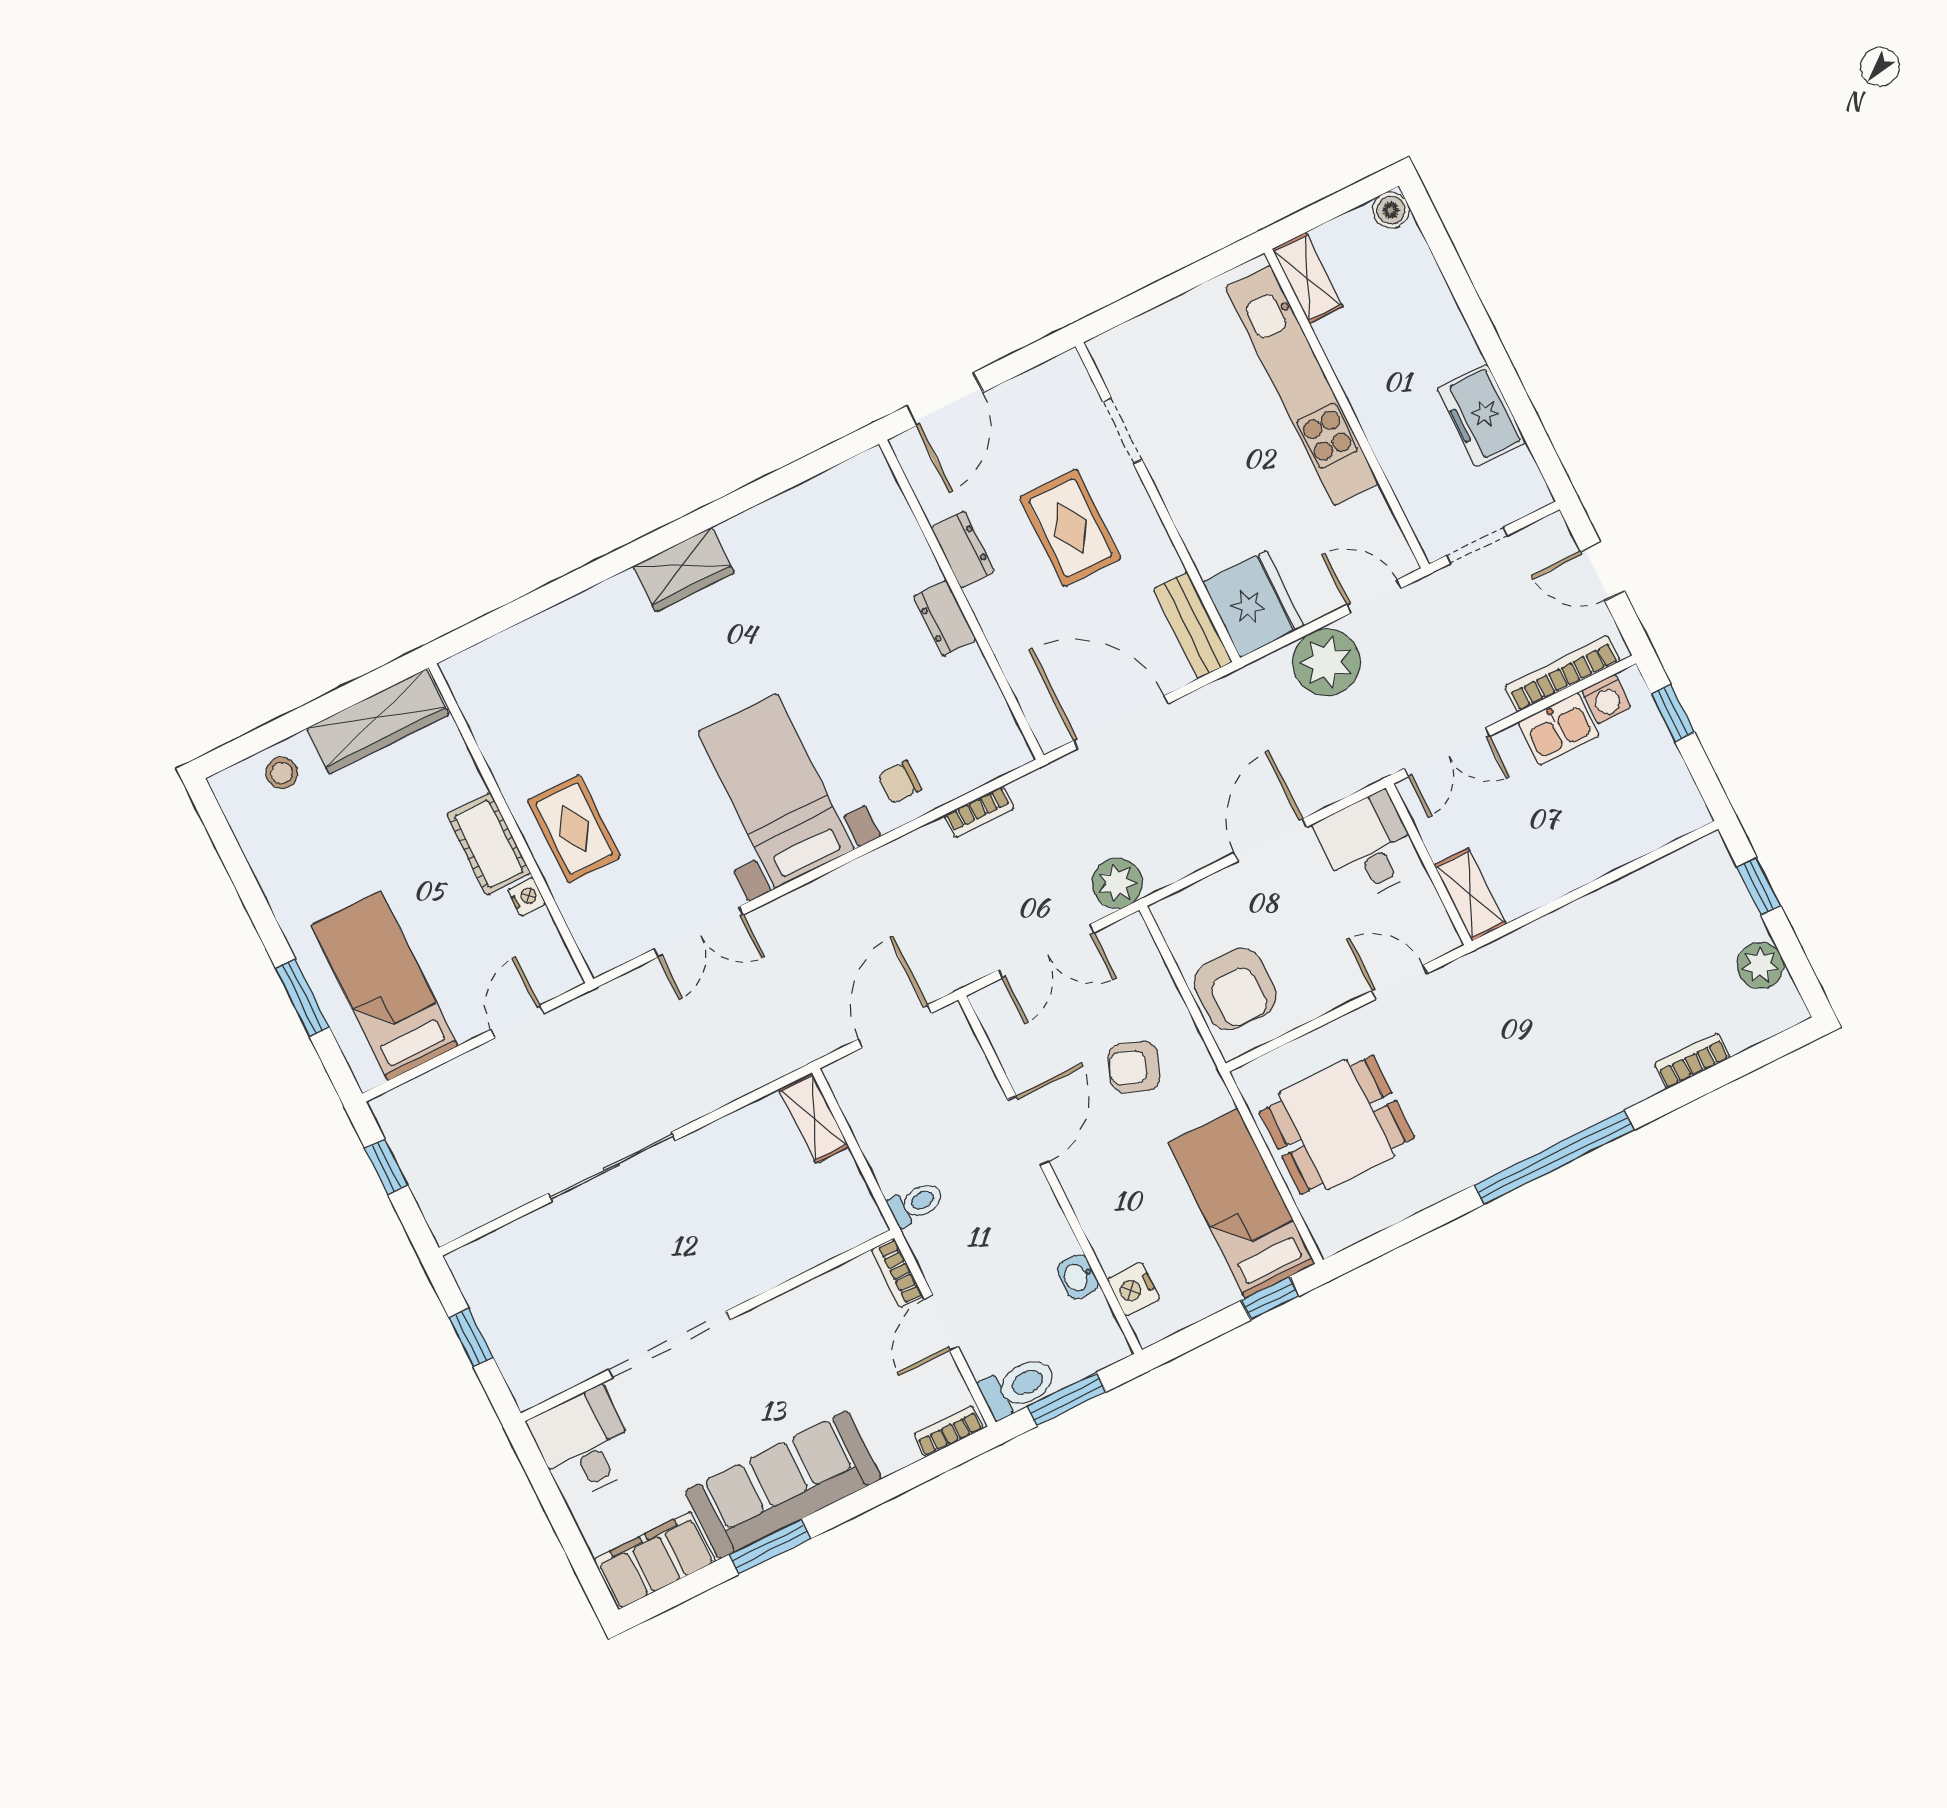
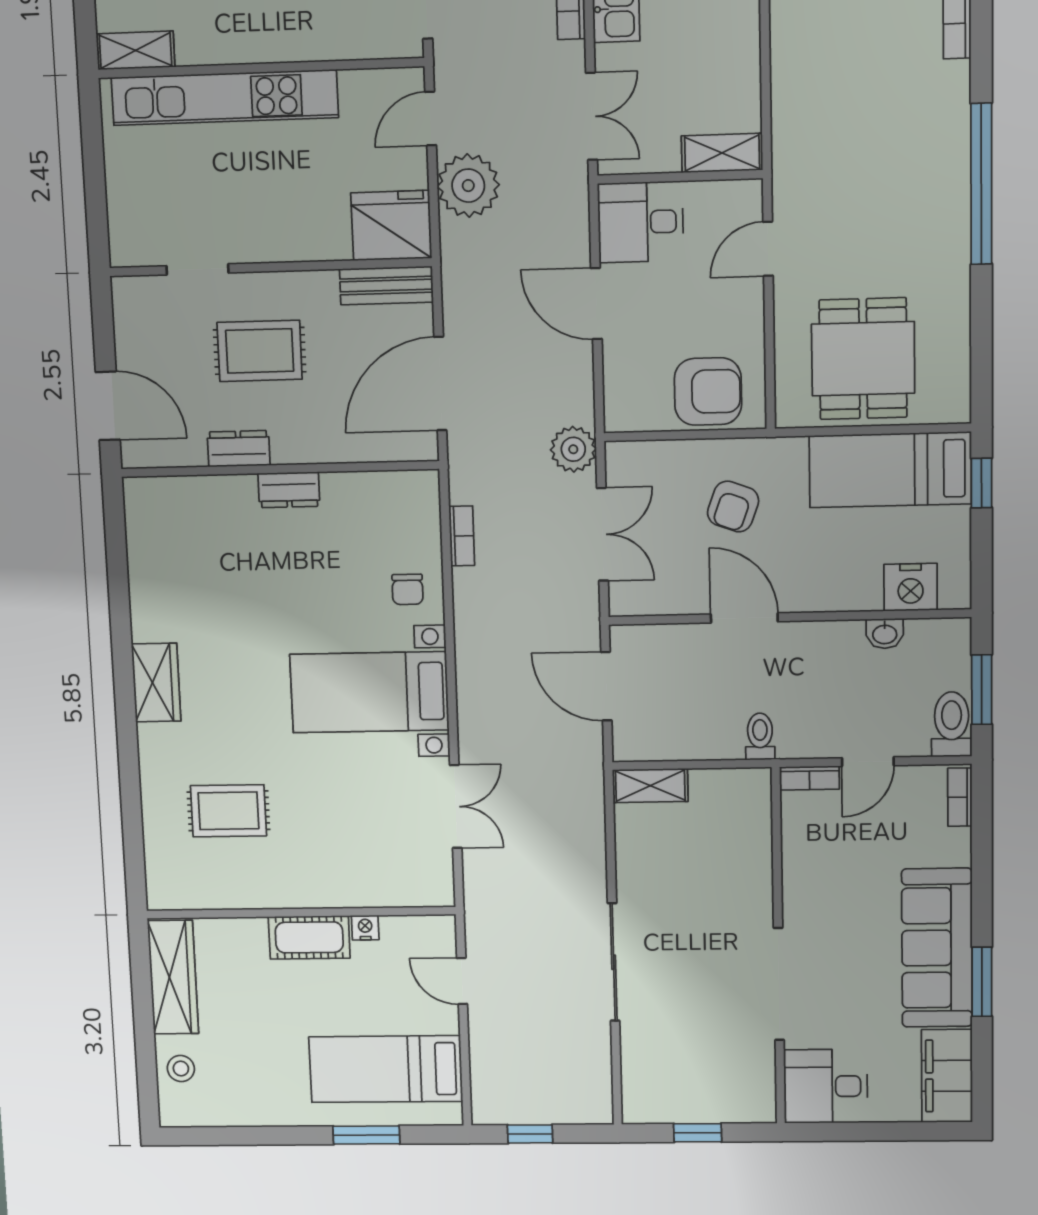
rug: (574, 829) -> (228, 811), moved
nightstand: (1133, 1289) -> (911, 587), width x1.36, depth x1.33
door: (941, 1323) -> (868, 762), hinge flipped

